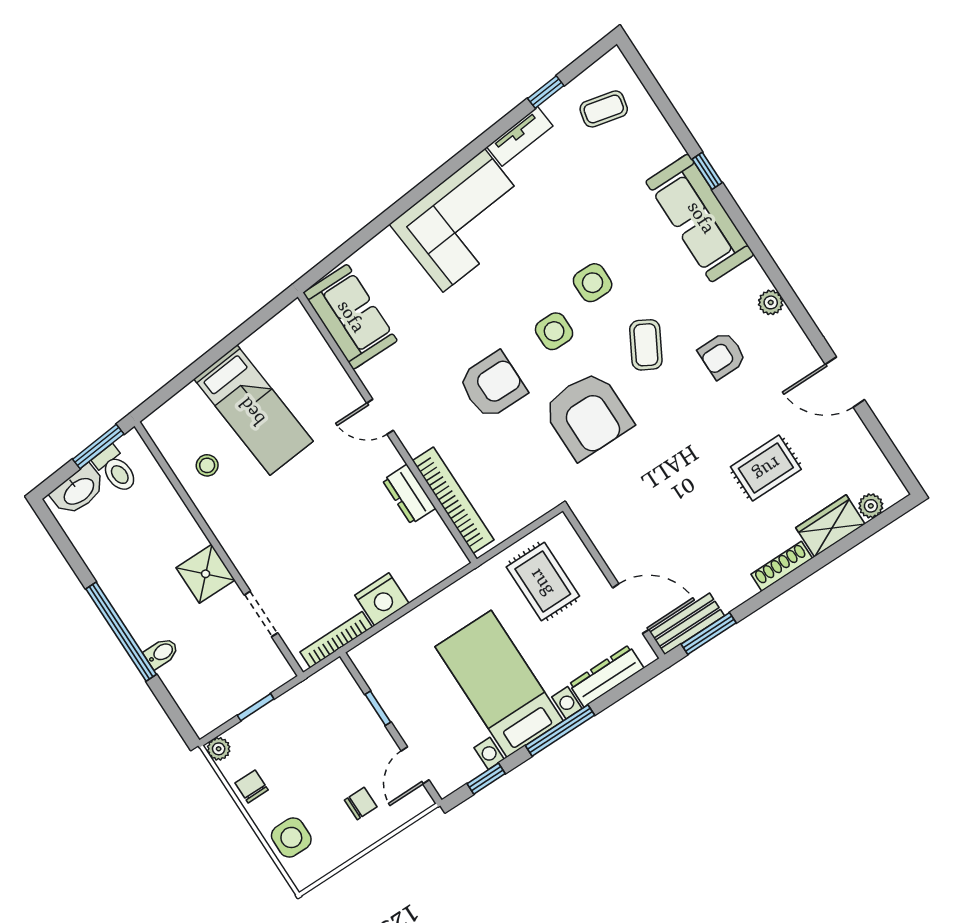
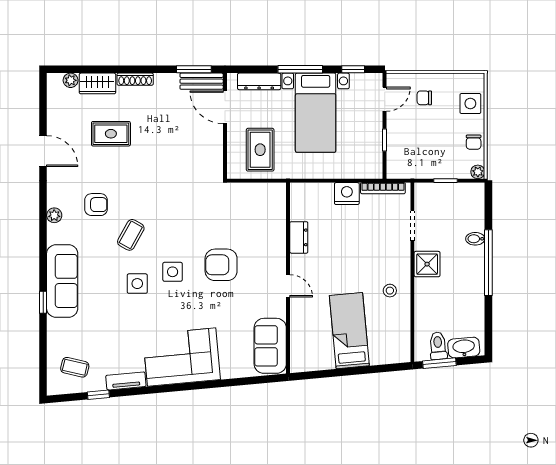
armchair: (588, 415) -> (183, 219), removed
stool: (207, 465) -> (390, 291), moved
bookcase: (453, 500) -> (279, 220), removed

